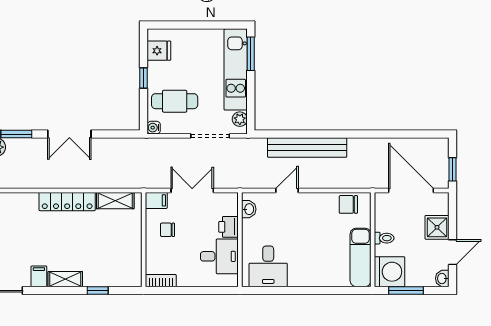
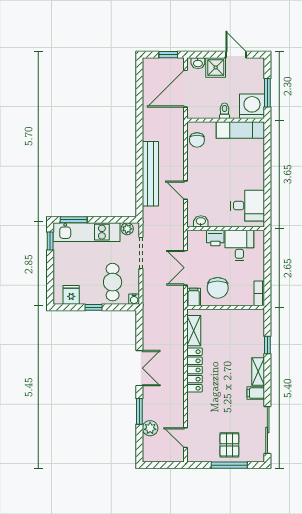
window: (225, 25) -> (50, 241), added
chair: (168, 230) -> (218, 288), width x1.87, depth x1.87
washbasin: (442, 278) -> (198, 63), moved

